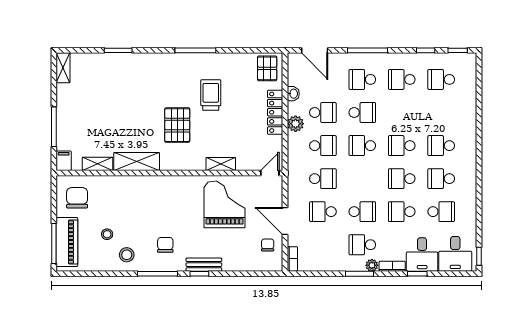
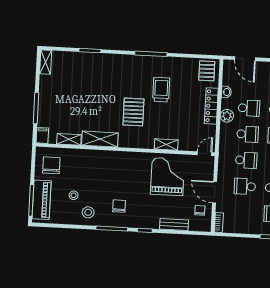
bench: (204, 265) -> (174, 225), moved

